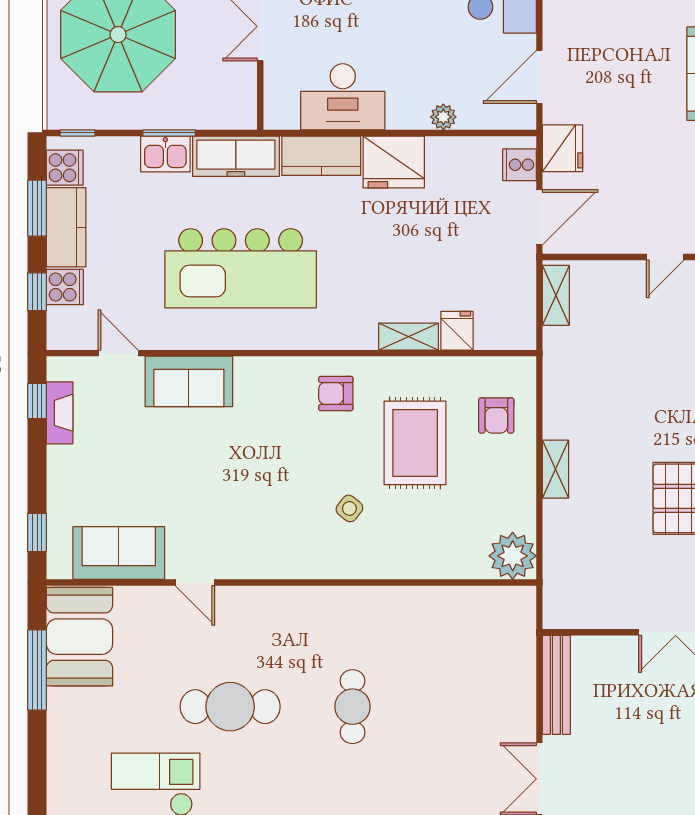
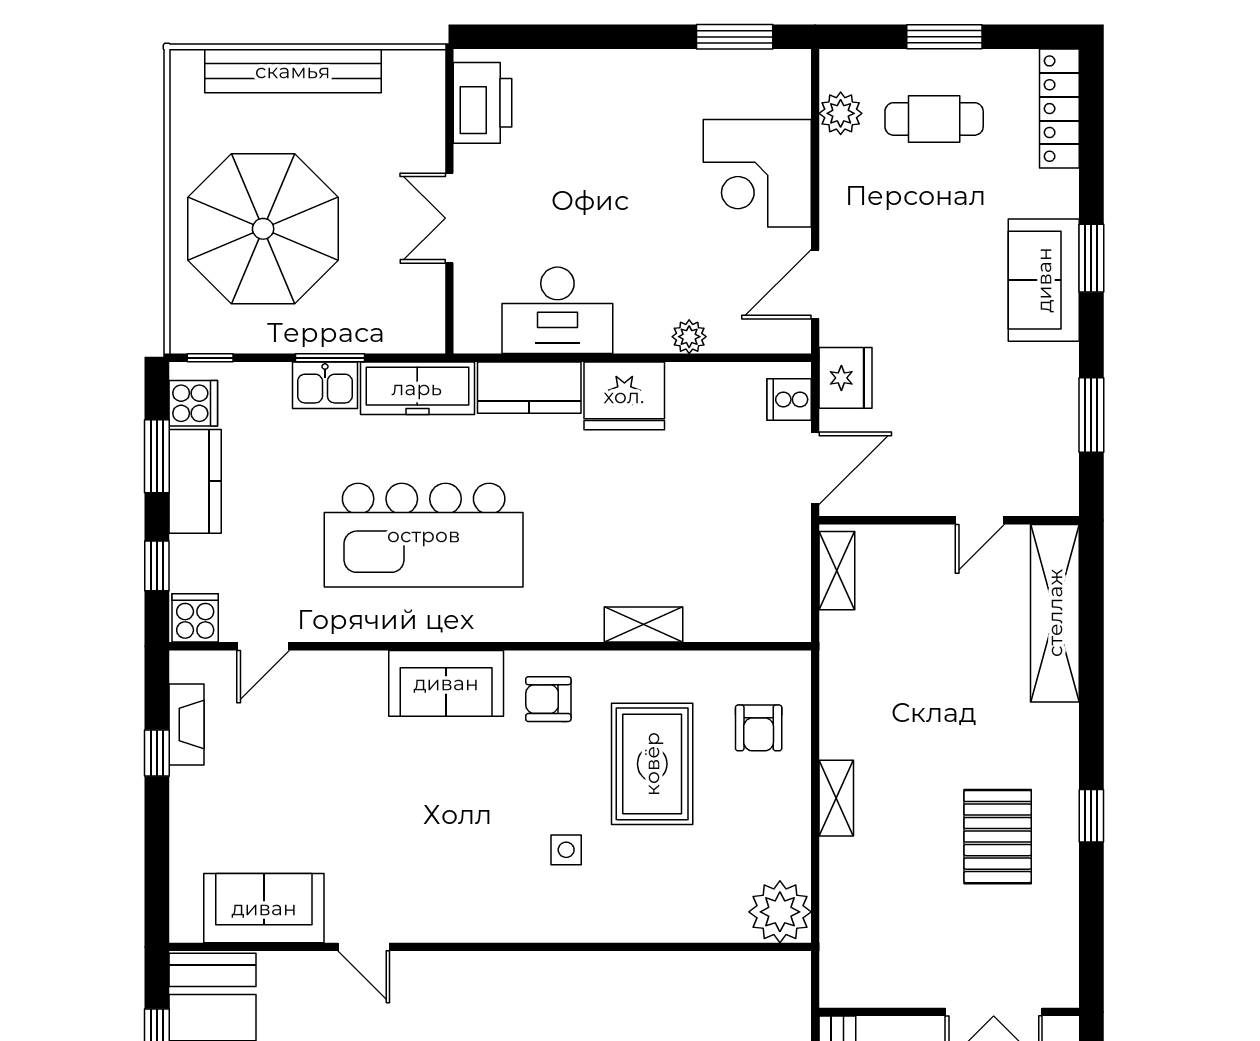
cooker: (65, 287) -> (195, 618), moved, turned -90
fridge: (457, 331) -> (707, 617), removed
door: (118, 353) -> (263, 646), swing flipped
sofa: (189, 381) -> (446, 683), moved
window: (37, 401) -> (157, 753), moved
side table: (349, 508) -> (566, 850), turned -38
window: (37, 533) -> (157, 881), removed

